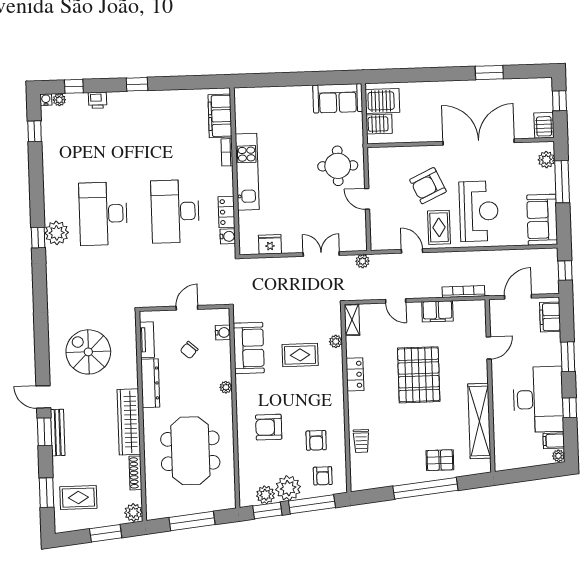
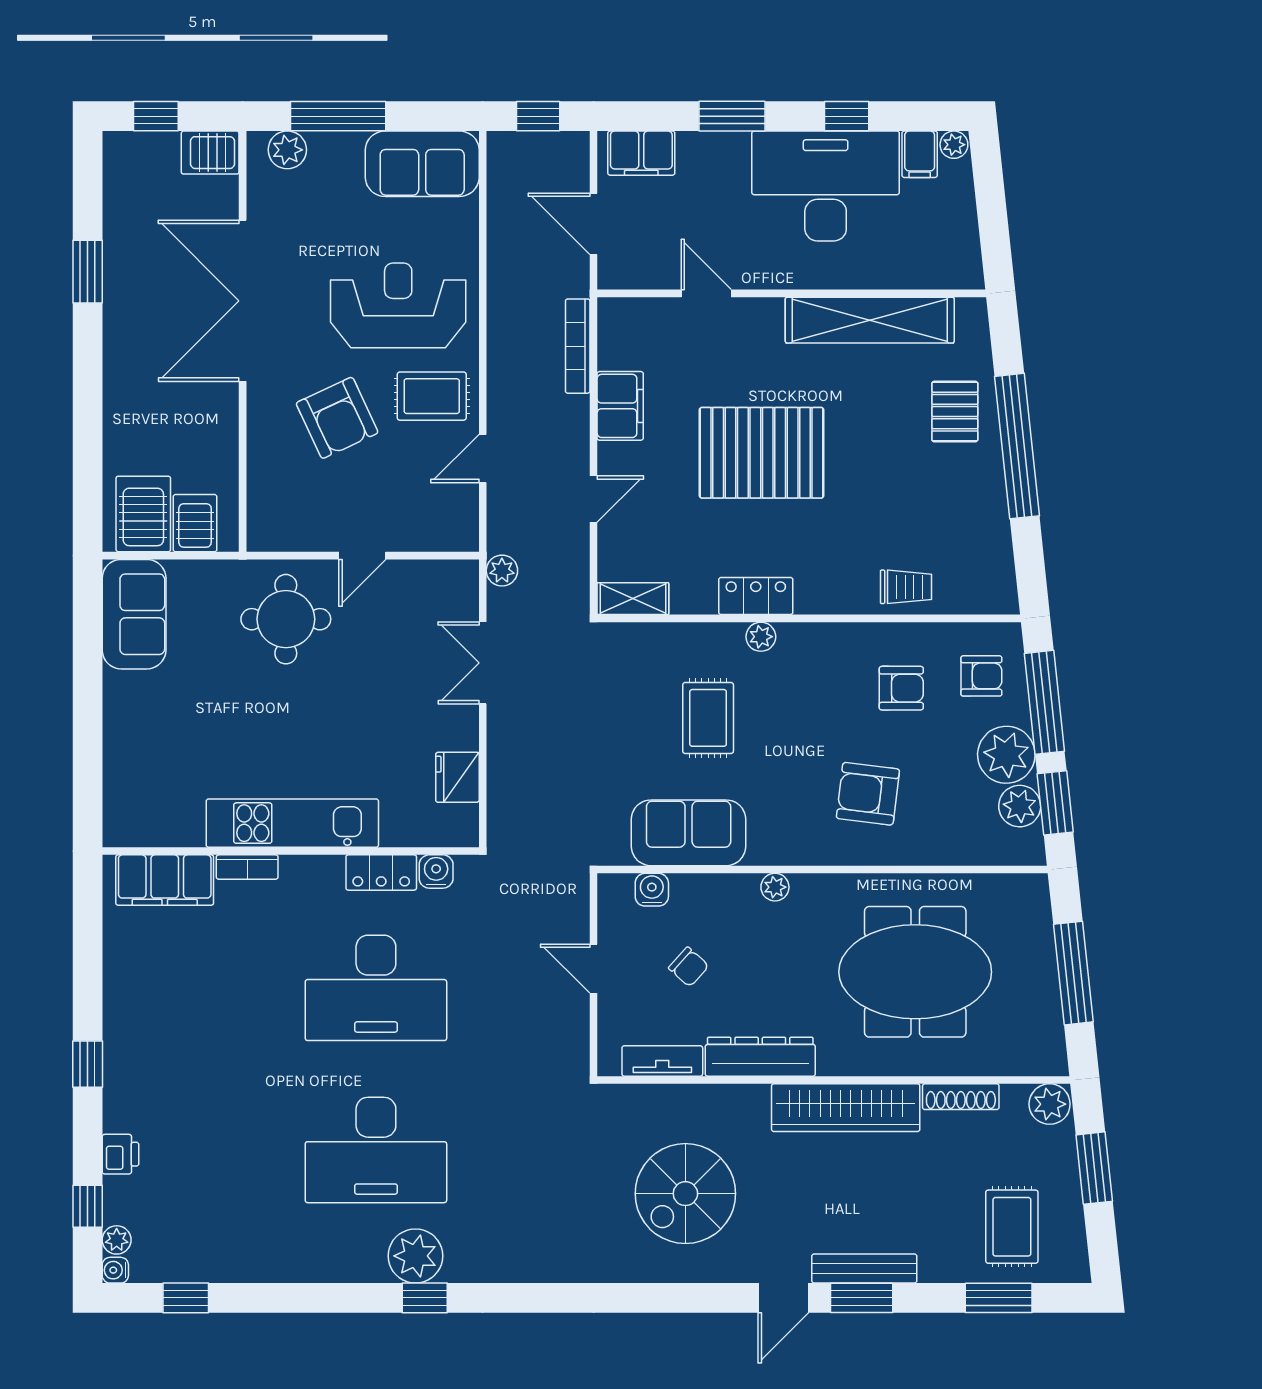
plant: (336, 341) -> (761, 637), moved
armchair: (269, 427) -> (868, 794), turned 97

